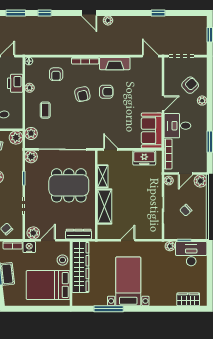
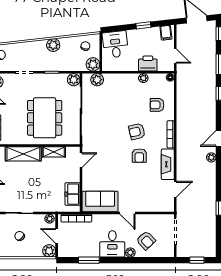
door: (150, 56) -> (175, 189), moved
coffee table: (45, 110) -> (121, 94), removed
desk: (177, 126) -> (112, 244), moved, turned 180

